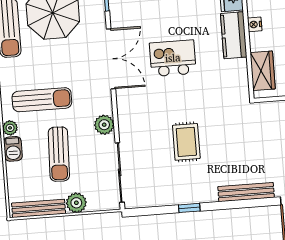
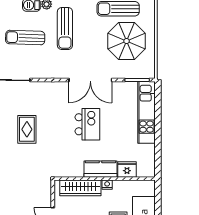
wardrobe: (263, 71) -> (80, 188), width x1.50
plant: (104, 125) -> (44, 72), removed
rug: (186, 142) -> (27, 129), turned 90

